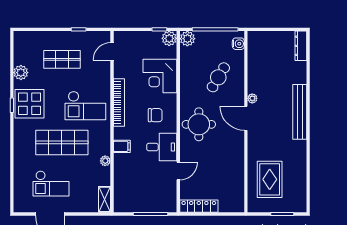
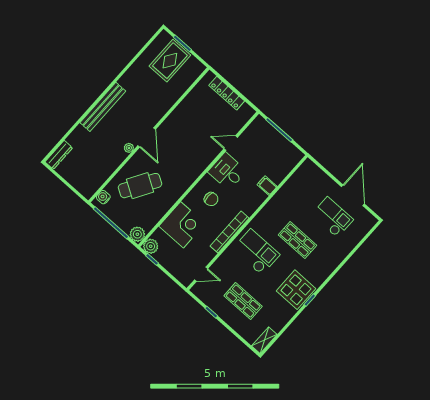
plant: (21, 73) -> (282, 318), removed
cafe table: (218, 77) -> (140, 186), width x1.37, depth x1.35
chair: (155, 115) -> (211, 199), turned 180
round table: (199, 124) -> (185, 164), removed
shop shelf: (62, 142) -> (297, 240), width x0.70, depth x0.74
filing cabinet: (122, 146) -> (267, 186), moved
plant: (105, 161) -> (278, 198), removed
rug: (270, 179) -> (170, 61), moved
shelving: (105, 199) -> (264, 340), moved
locker: (199, 206) -> (227, 93), moved

